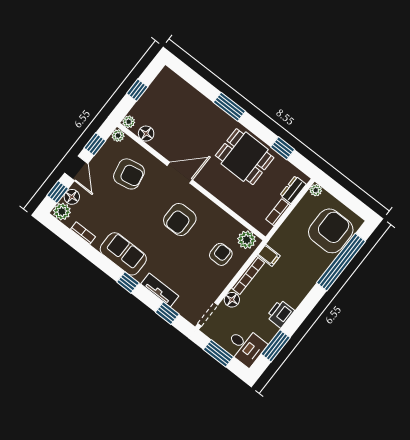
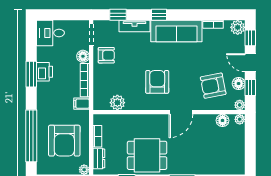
window: (137, 90) -> (250, 144), removed
floor lamp: (72, 197) -> (239, 84), moved
armchair: (331, 231) -> (64, 141), moved
plant: (247, 240) -> (117, 103), moved
sofa: (123, 254) -> (176, 31), width x1.36
armchair: (221, 254) -> (106, 55), moved, turned -90
window: (276, 346) -> (31, 74), moved
window: (218, 353) -> (65, 15), removed

